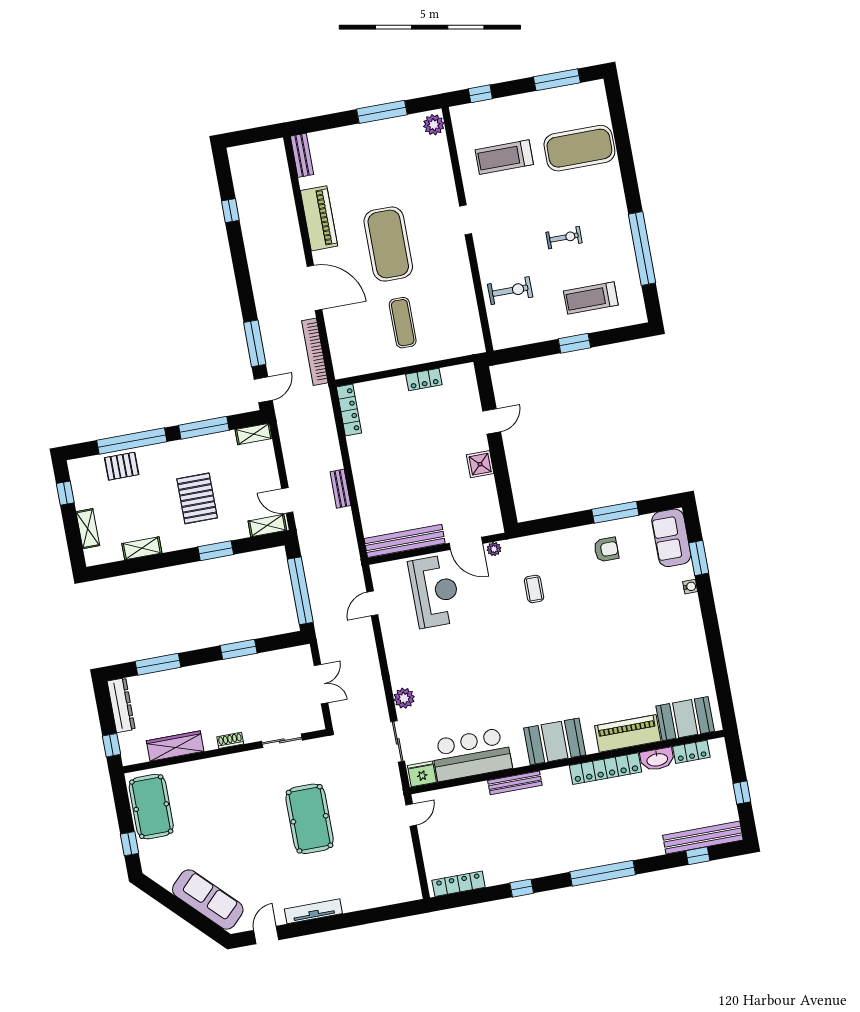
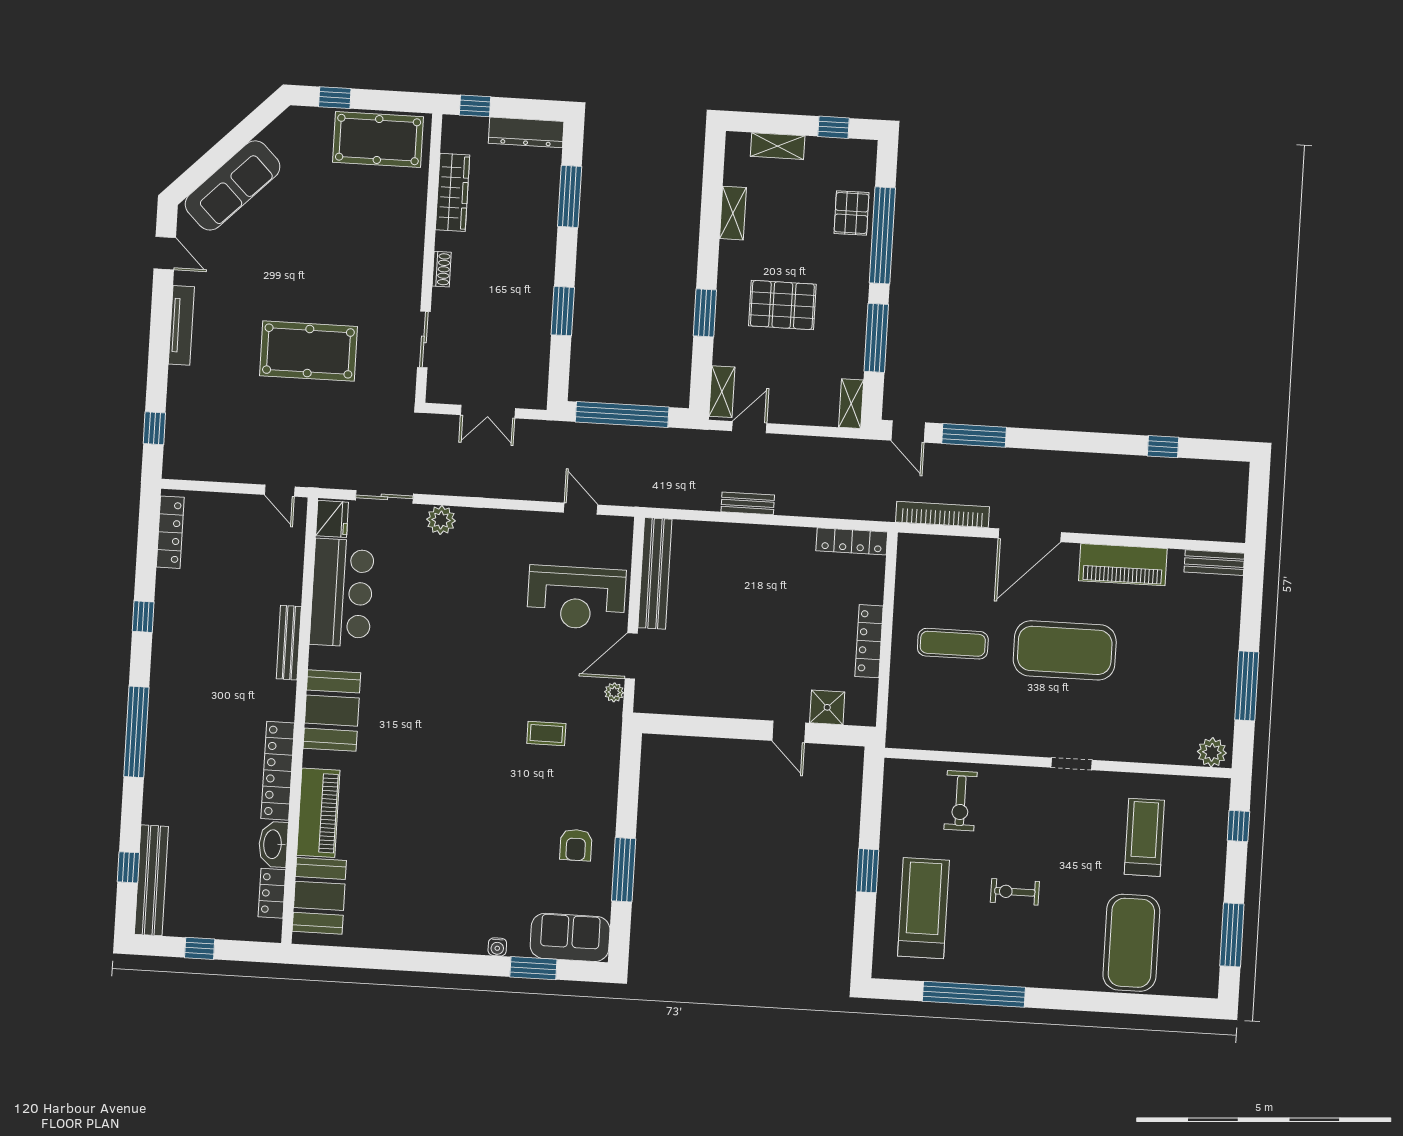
exercise bike: (564, 238) -> (1015, 892), turned 90
treadmill: (591, 298) -> (923, 908), width x1.37, depth x1.38
locker: (424, 380) -> (869, 641), width x1.53
shower: (480, 464) -> (827, 707), moved
window: (389, 912) -> (154, 428), added

